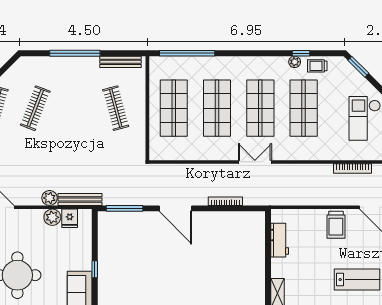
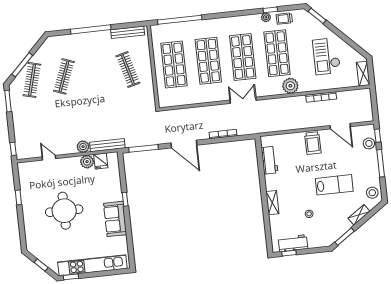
plant: (316, 150) -> (290, 86), added

